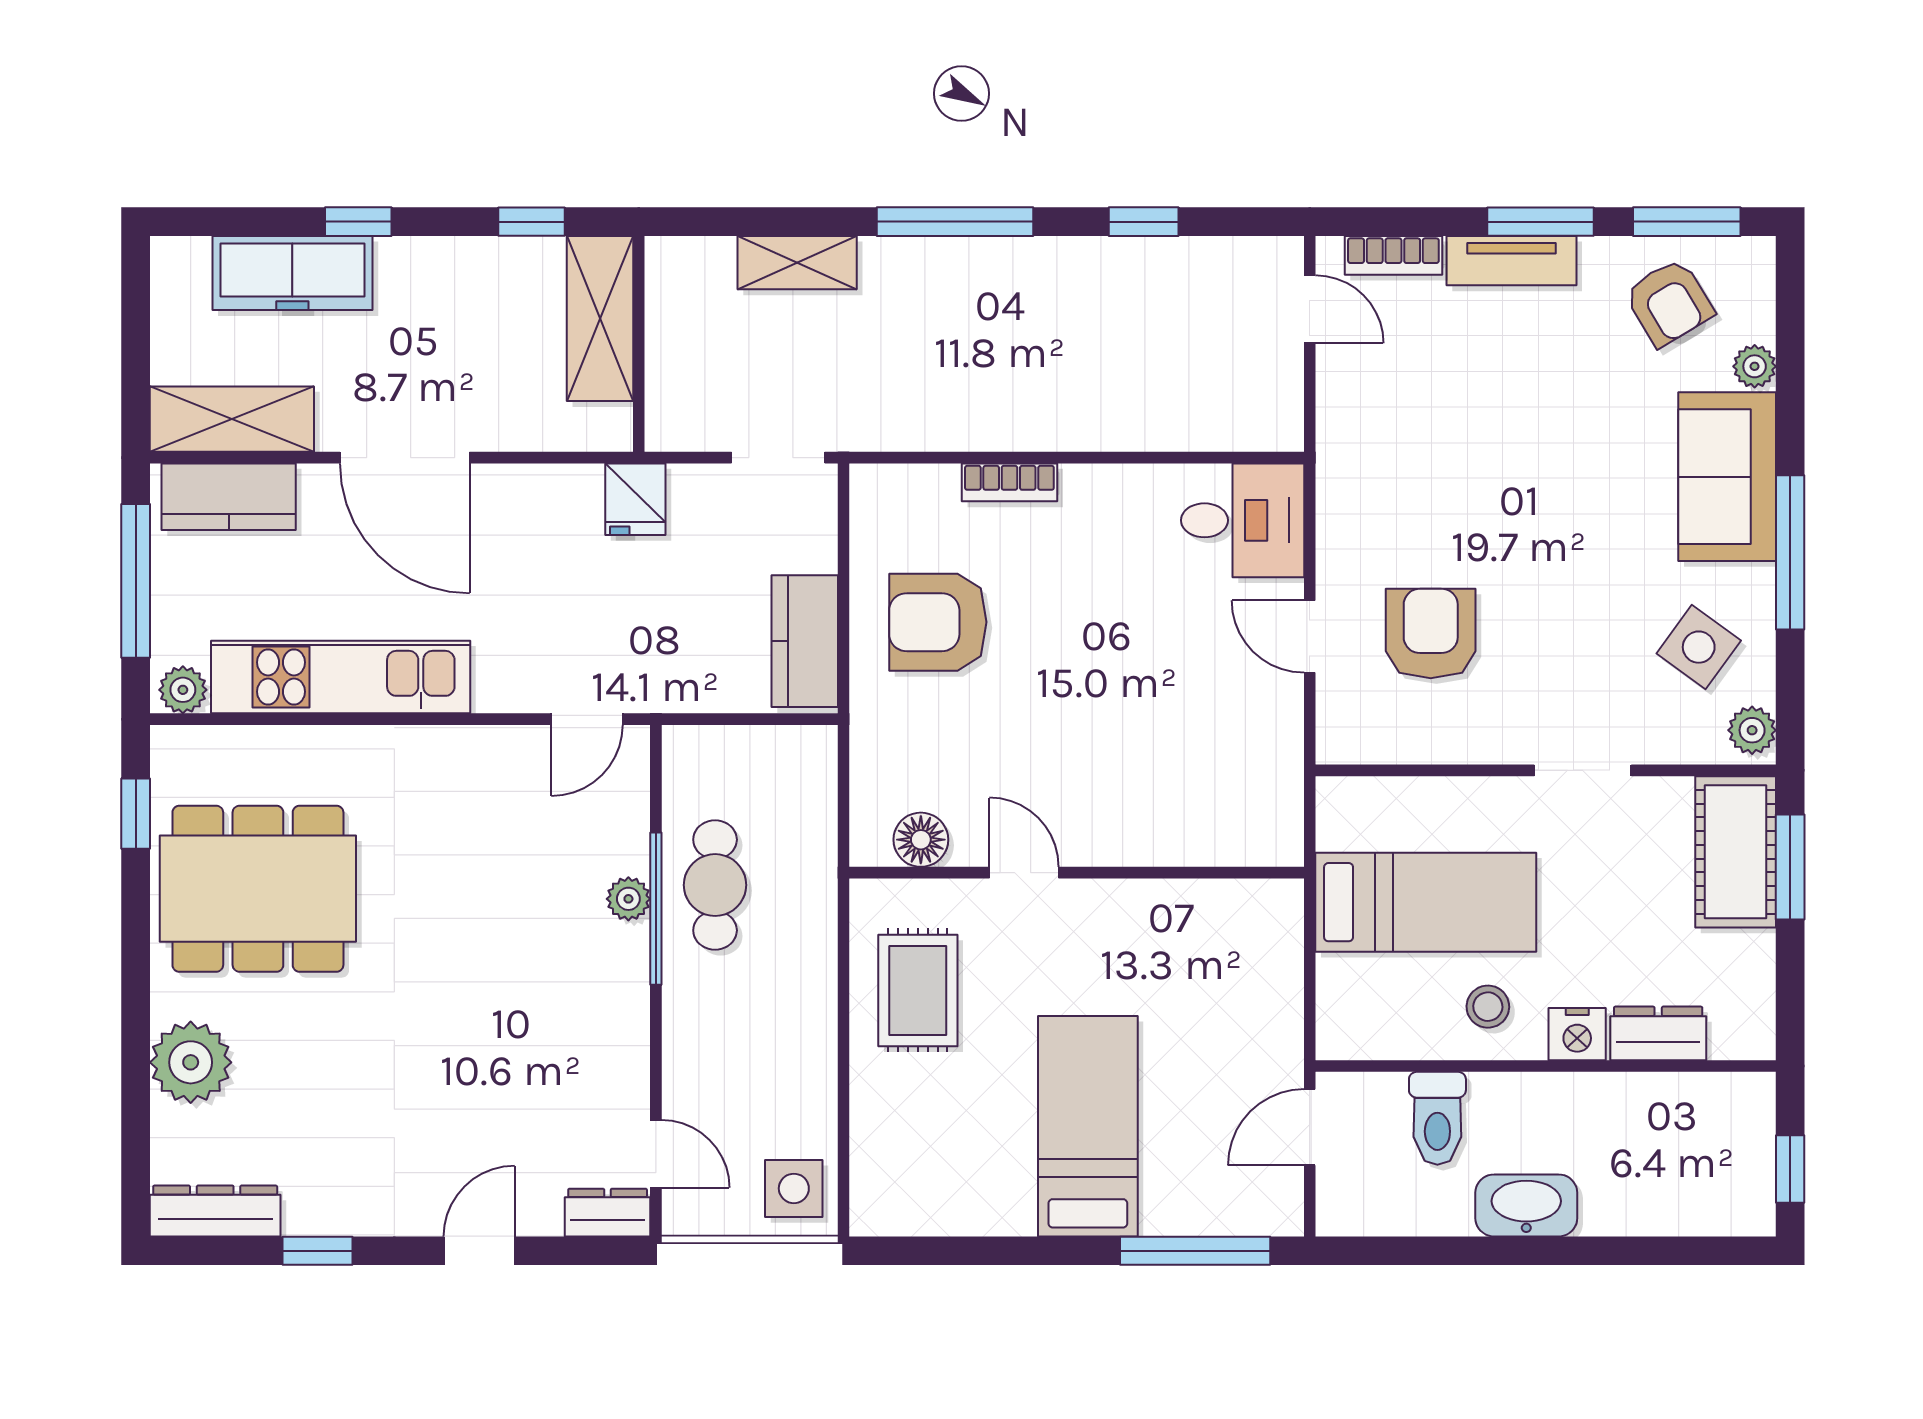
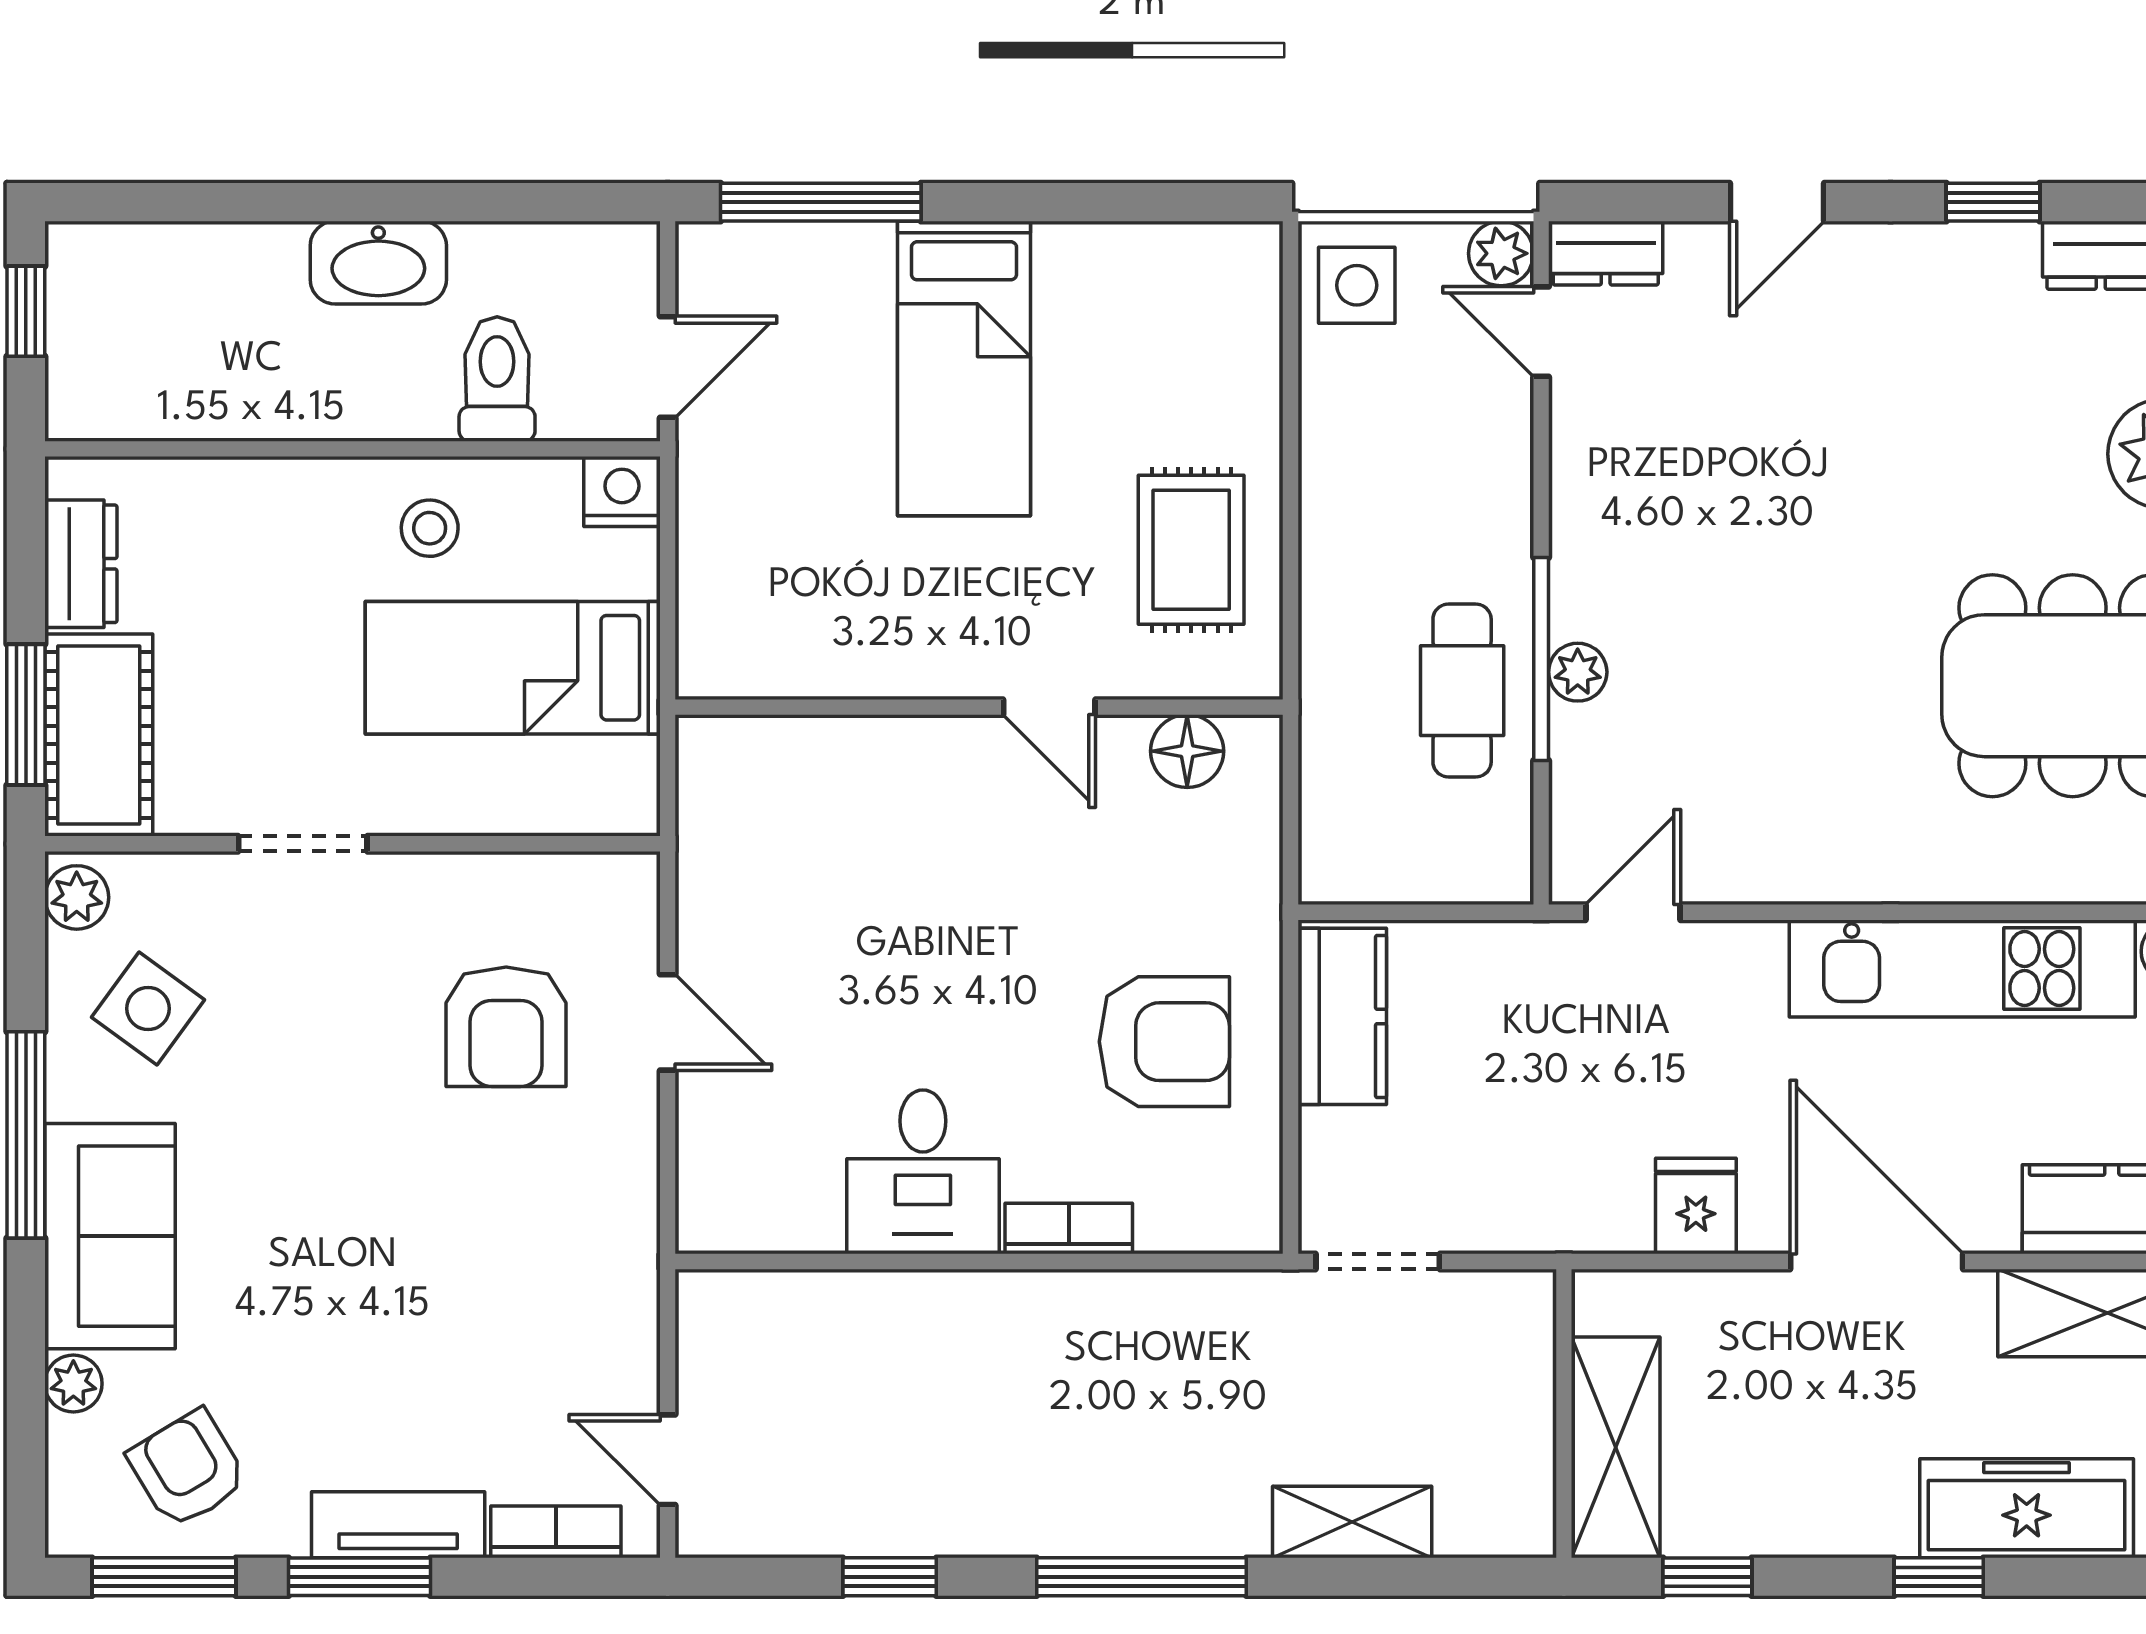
fridge: (635, 499) -> (1696, 1206), moved
desk: (1243, 520) -> (923, 1172), moved, turned -90
dresser: (1658, 1033) -> (81, 564), moved, turned -90
nightstand: (1577, 1034) -> (622, 492), moved
plant: (686, 1212) -> (1501, 253), added

